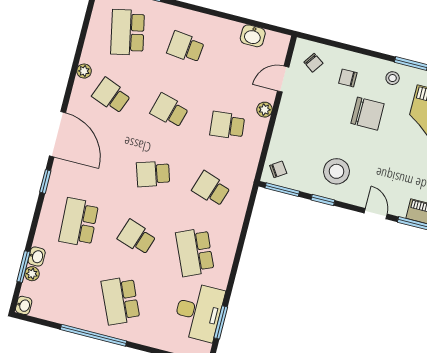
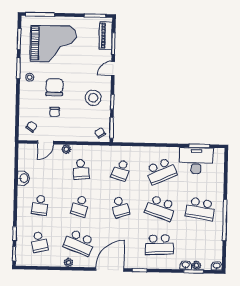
school desk: (128, 32) -> (39, 242), width x0.54
washbasin: (253, 36) -> (24, 178), moved
chair: (348, 78) -> (55, 112), moved
door: (283, 79) -> (45, 142), hinge flipped
school desk: (111, 96) -> (79, 243), width x1.85
school desk: (137, 237) -> (160, 208), width x1.85
school desk: (121, 301) -> (200, 209), turned 33

